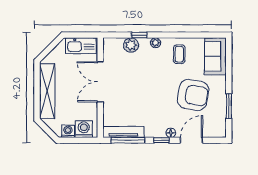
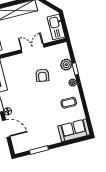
double door: (100, 82) -> (33, 48), width x0.73
armchair: (193, 95) -> (42, 75), moved, width x0.53, depth x0.53

